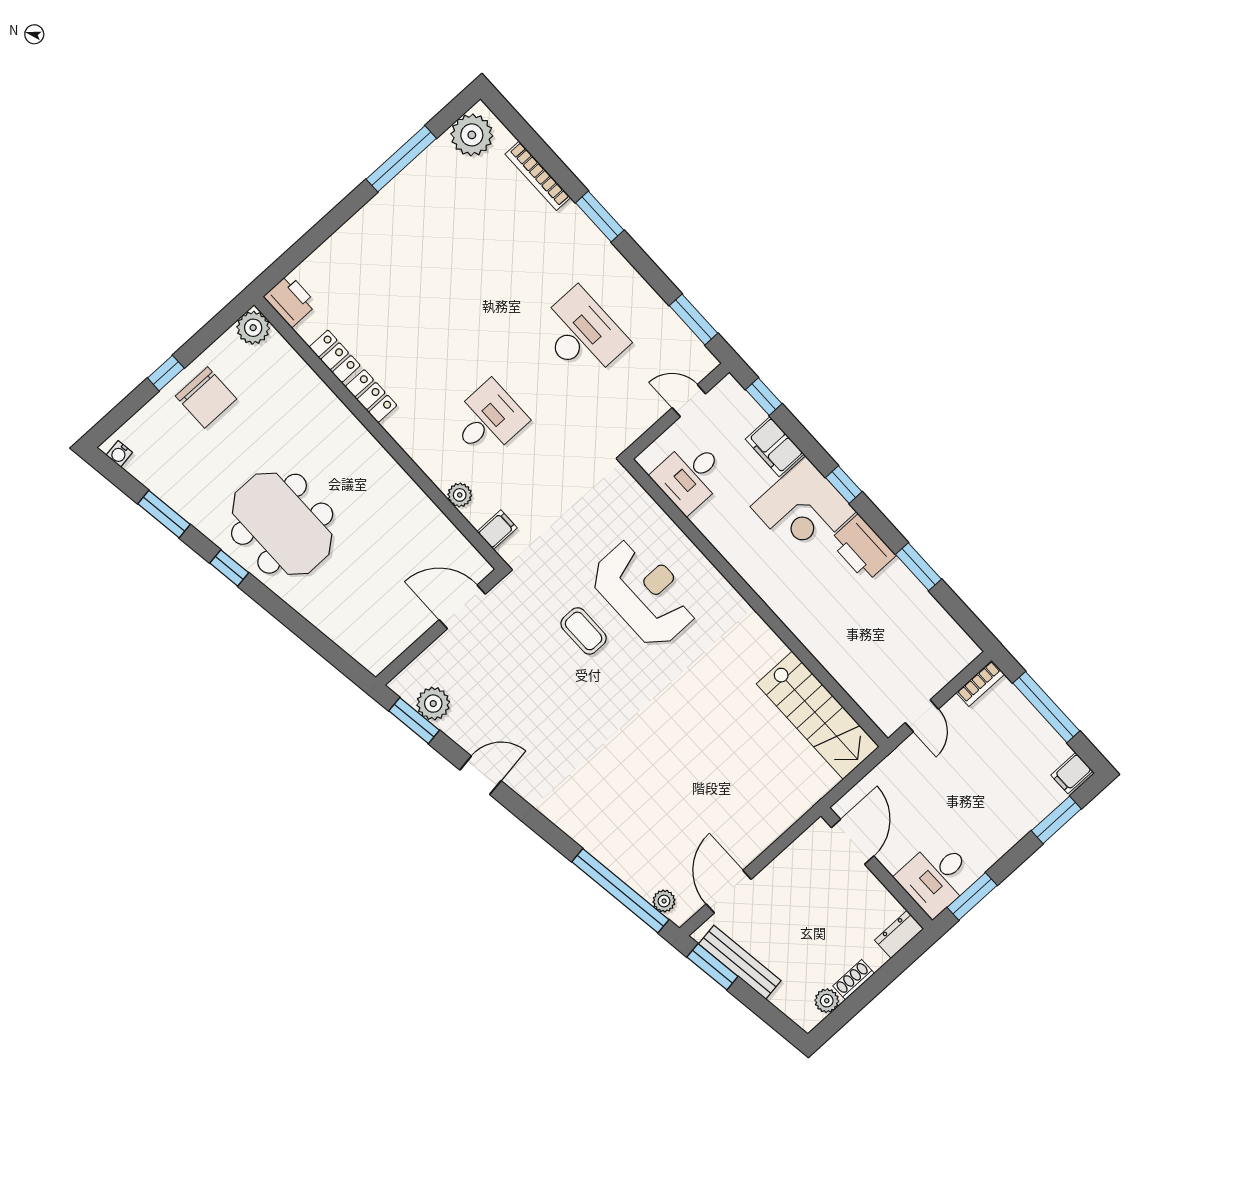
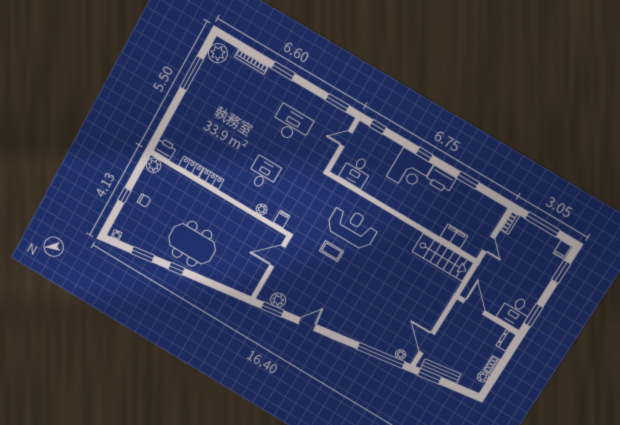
chair: (206, 397) -> (144, 201), width x0.54, depth x0.54
filing cabinet: (775, 447) -> (454, 236), moved, turned 180

